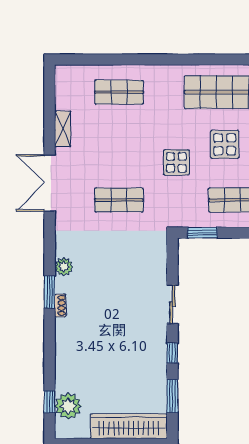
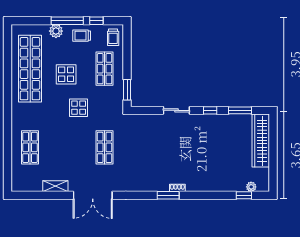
plant: (64, 267) -> (151, 185), removed
plant: (68, 406) -> (251, 187), width x0.53, depth x0.53

